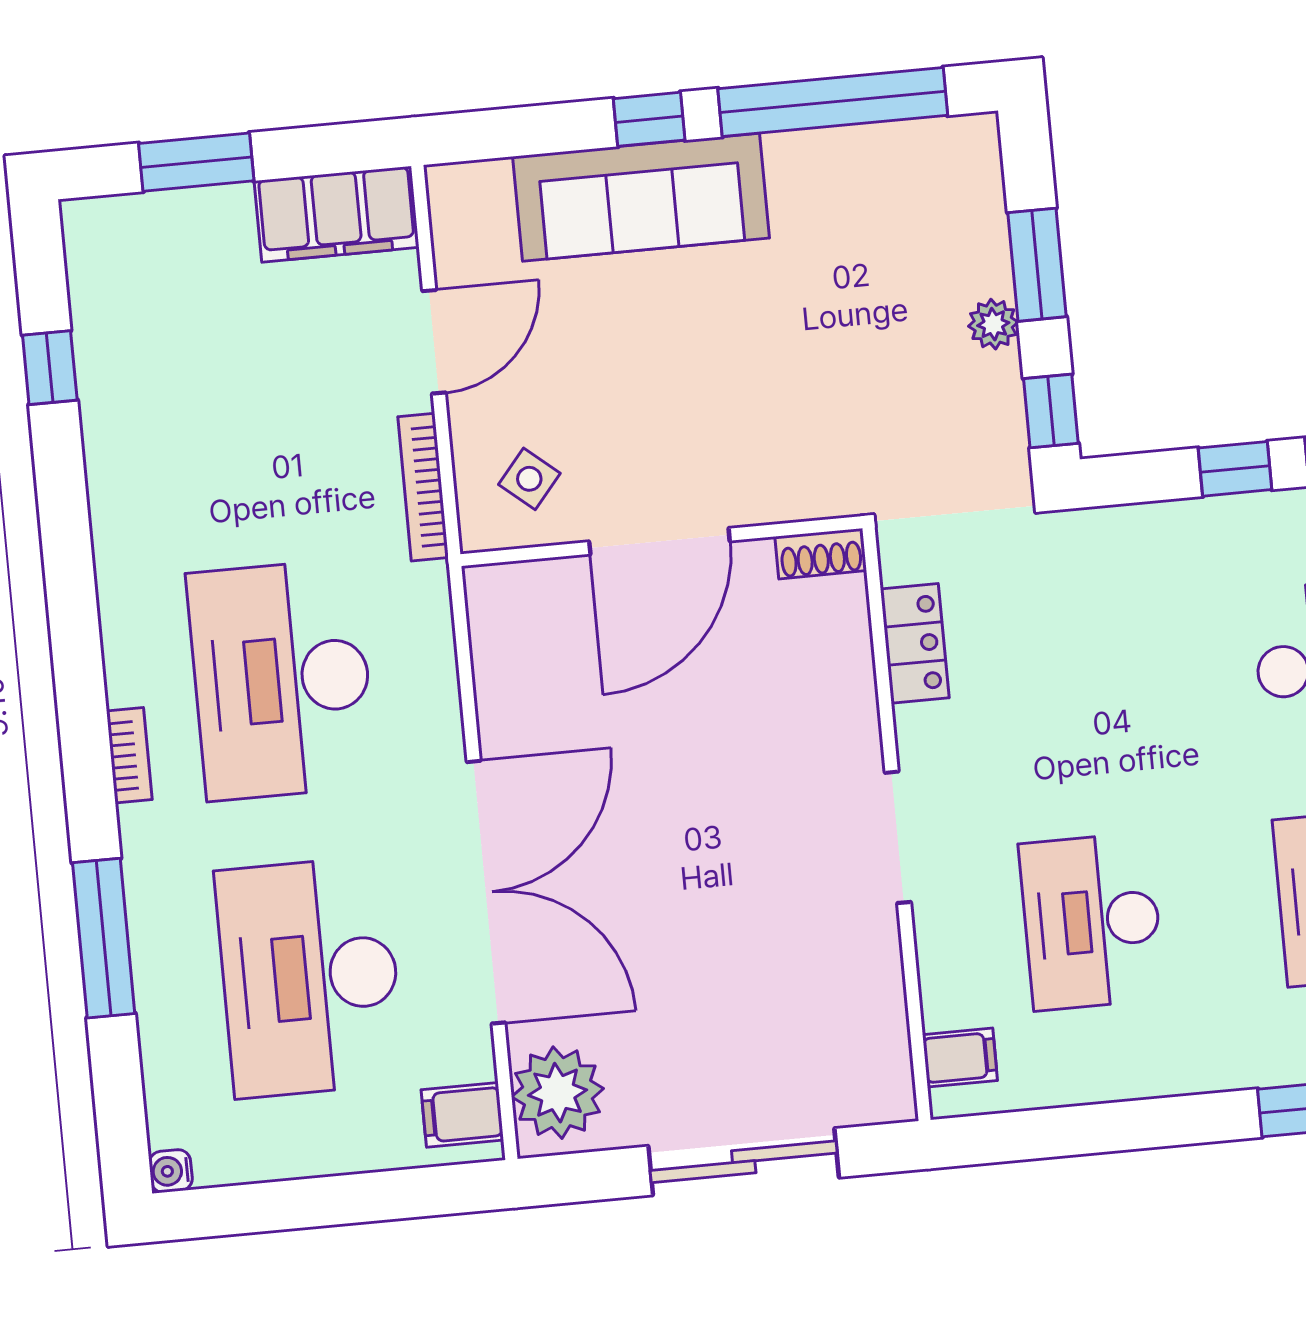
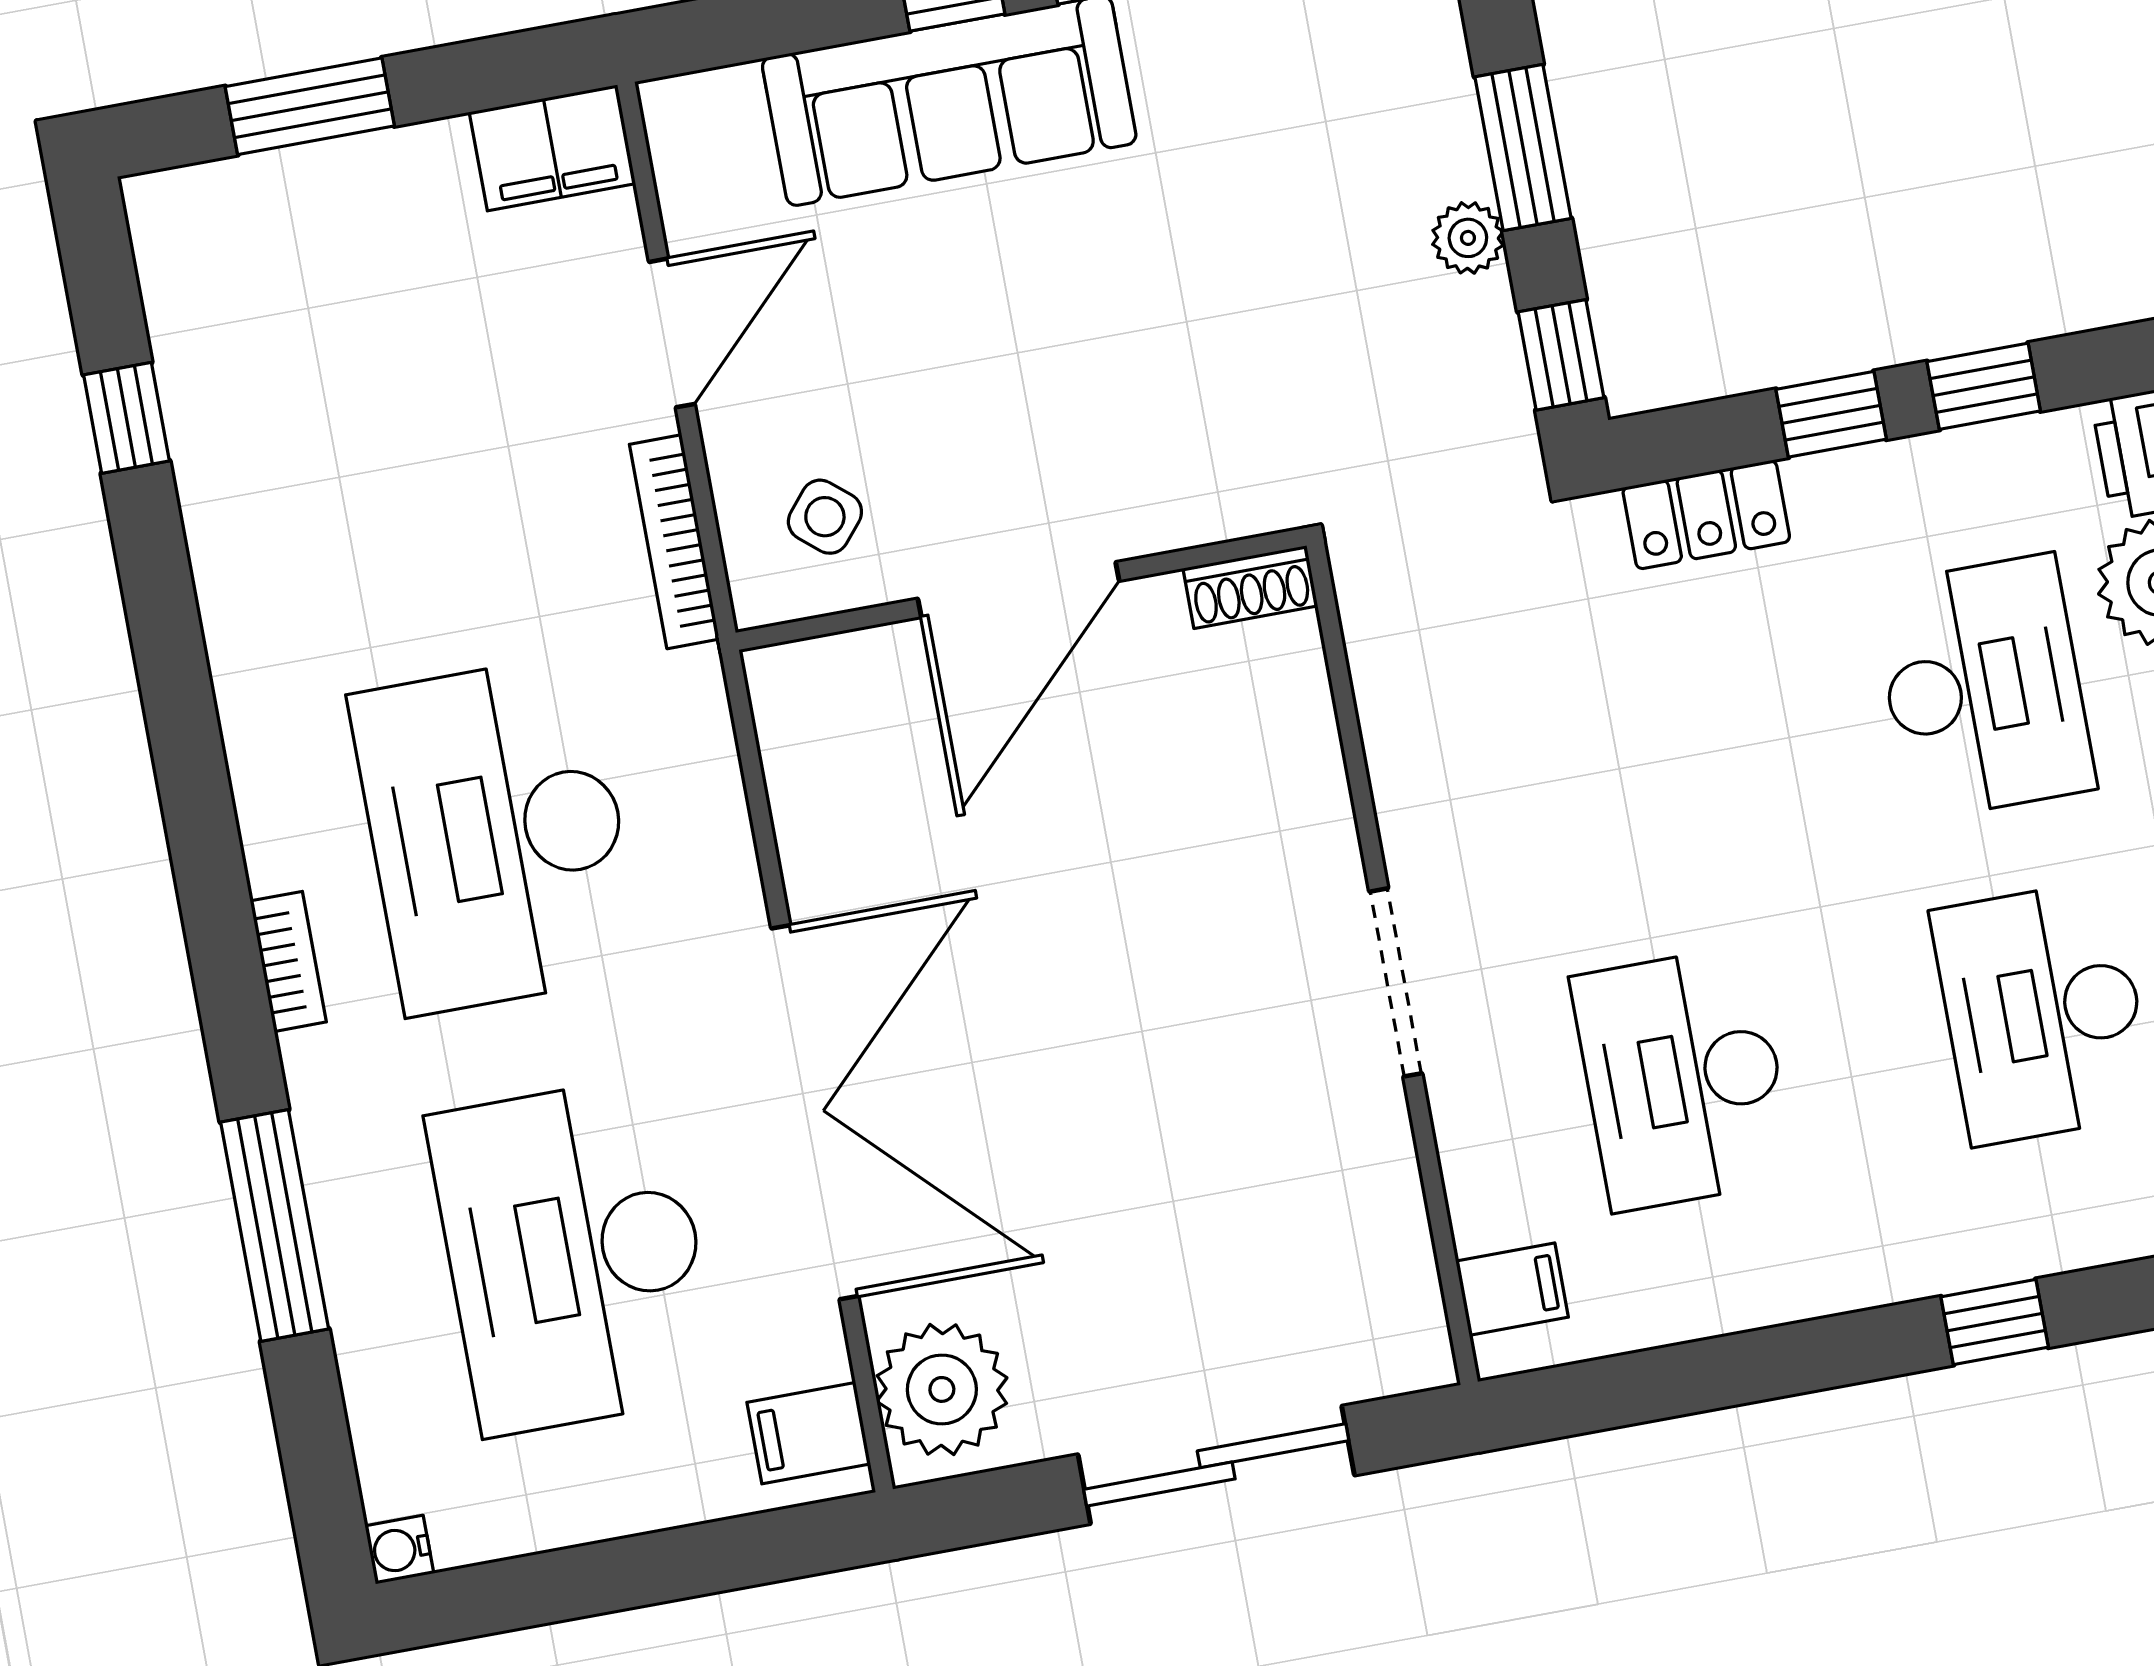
filing cabinet: (337, 214) -> (552, 148), width x0.67, depth x0.86
locker: (915, 643) -> (1706, 515), moved, turned 90

